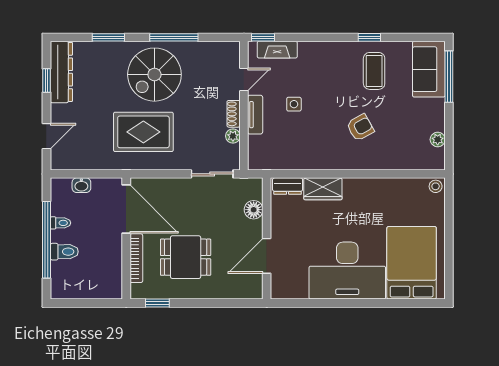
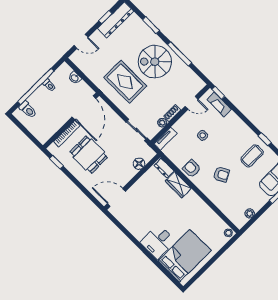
tv unit: (255, 115) -> (165, 139), moved
armchair: (320, 155) -> (192, 169), added
toilet: (64, 252) -> (28, 110), moved
door: (267, 256) -> (116, 197), moved
desk: (347, 271) -> (158, 242), width x0.53, depth x0.77

